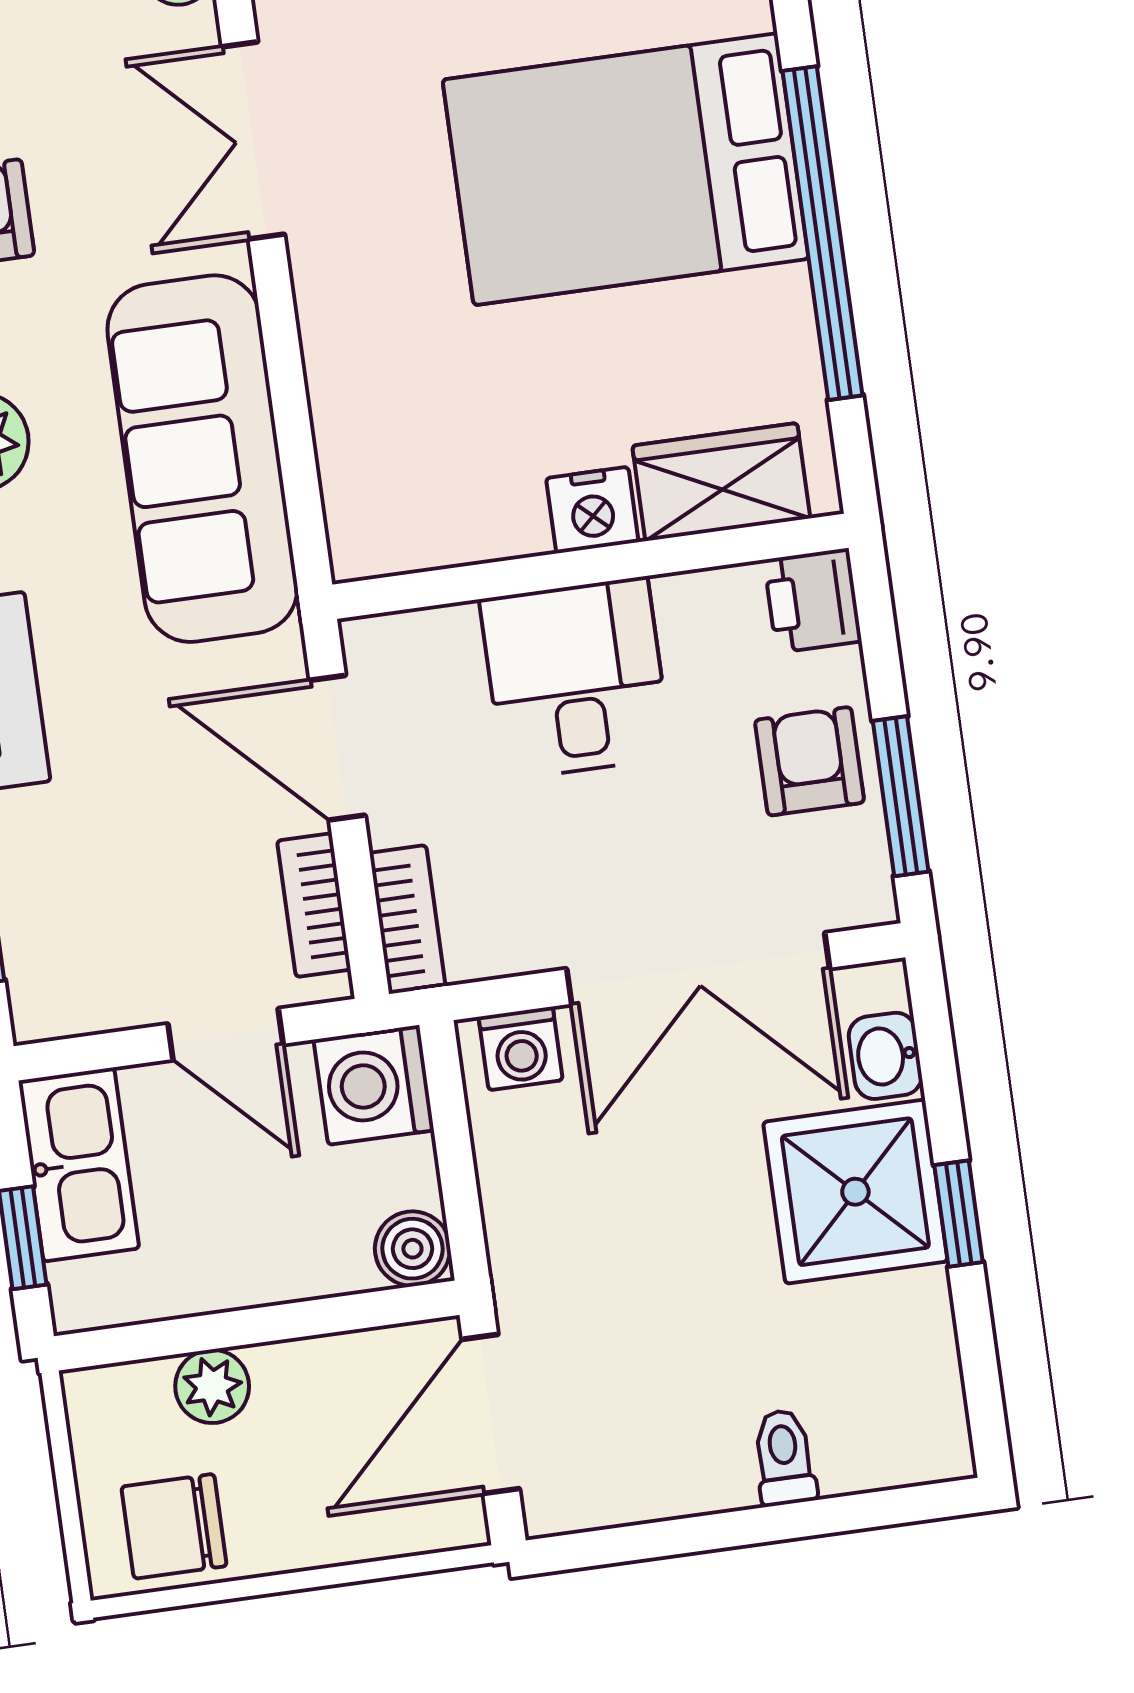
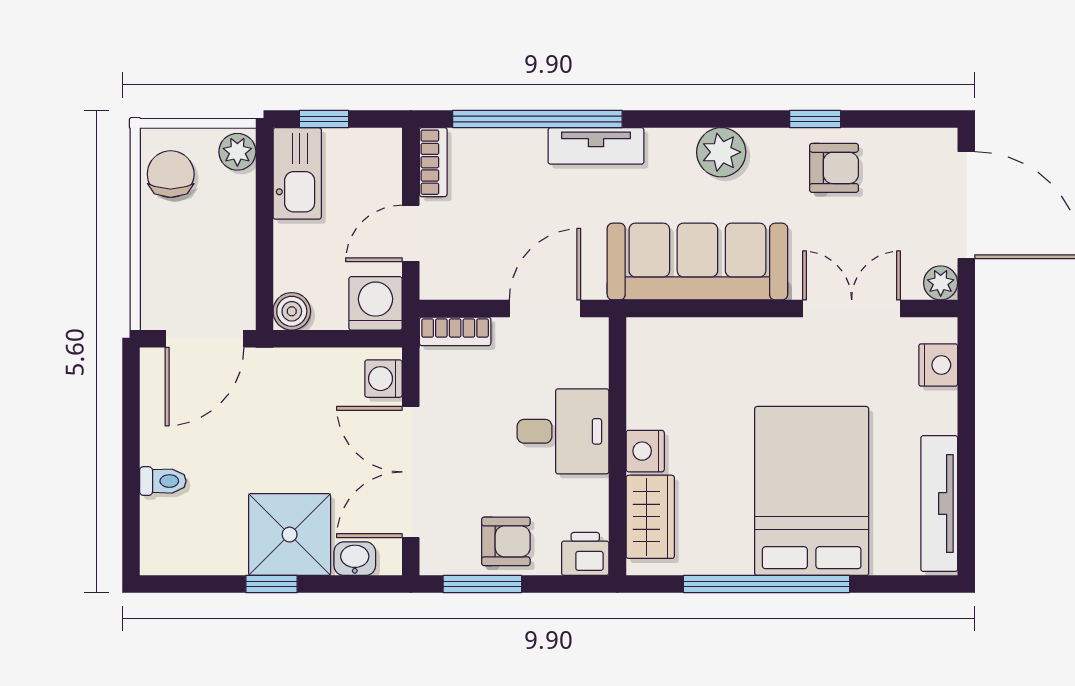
bookcase: (314, 905) -> (433, 162), moved, turned 90
kitchen sink: (79, 1164) -> (297, 173), moved, turned -90
plant: (212, 1386) -> (237, 152), moved
door: (491, 1414) -> (205, 339), swing flipped

